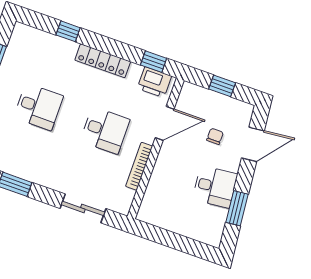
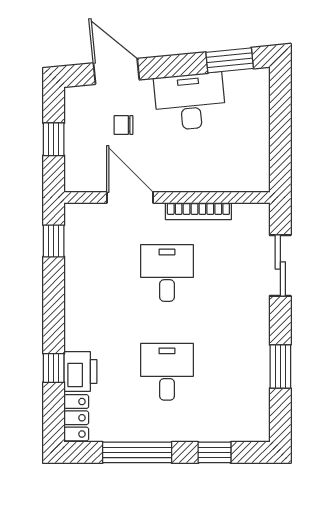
locker: (103, 61) -> (76, 418), moved, width x0.66
printer: (154, 82) -> (80, 371), moved
desk: (215, 187) -> (190, 102), width x1.37
window: (237, 208) -> (230, 60), moved

